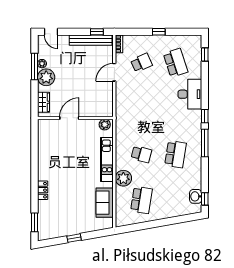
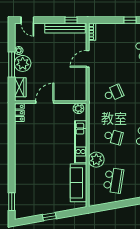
school desk: (141, 63) -> (113, 93), moved
window: (34, 67) -> (12, 65), moved
locker: (43, 190) -> (19, 113), moved
sofa: (105, 203) -> (79, 183), width x1.36

